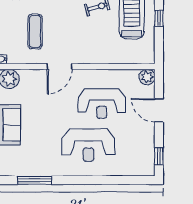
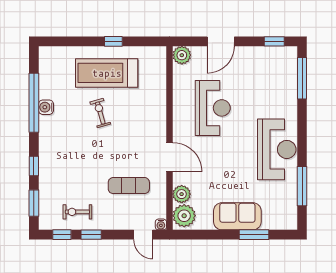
plant: (28, 77) -> (182, 194), added
reception desk: (88, 145) -> (277, 149), moved
window: (127, 180) -> (302, 78), added

